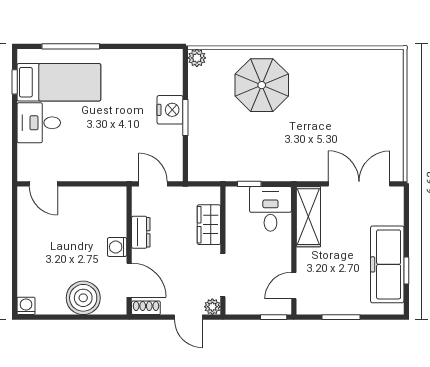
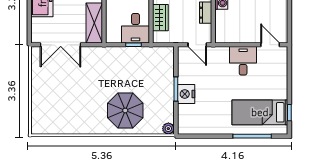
desk: (39, 123) -> (243, 61), moved, turned -90
desk: (270, 209) -> (136, 28), moved

